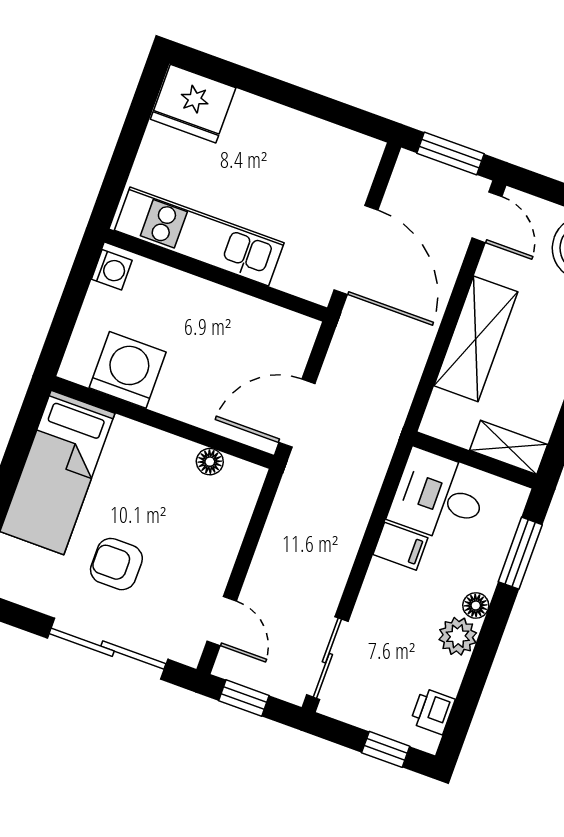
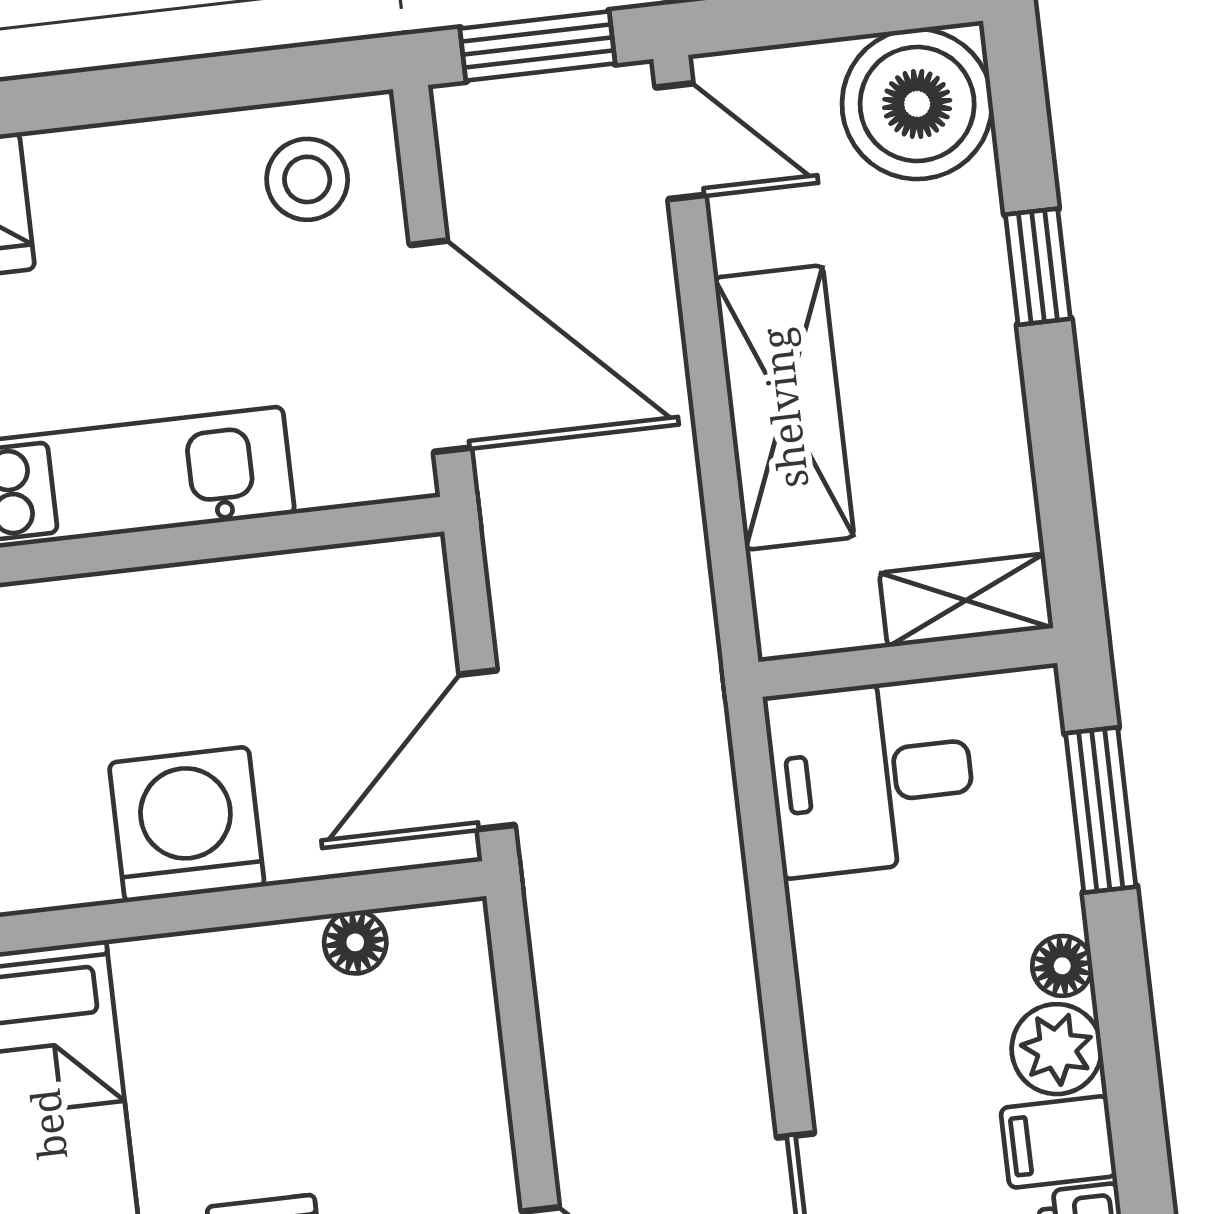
stool: (337, 161) -> (307, 179), added
washing machine: (128, 370) -> (187, 825), moved
filing cabinet: (400, 546) -> (1059, 1142), moved, turned 180

